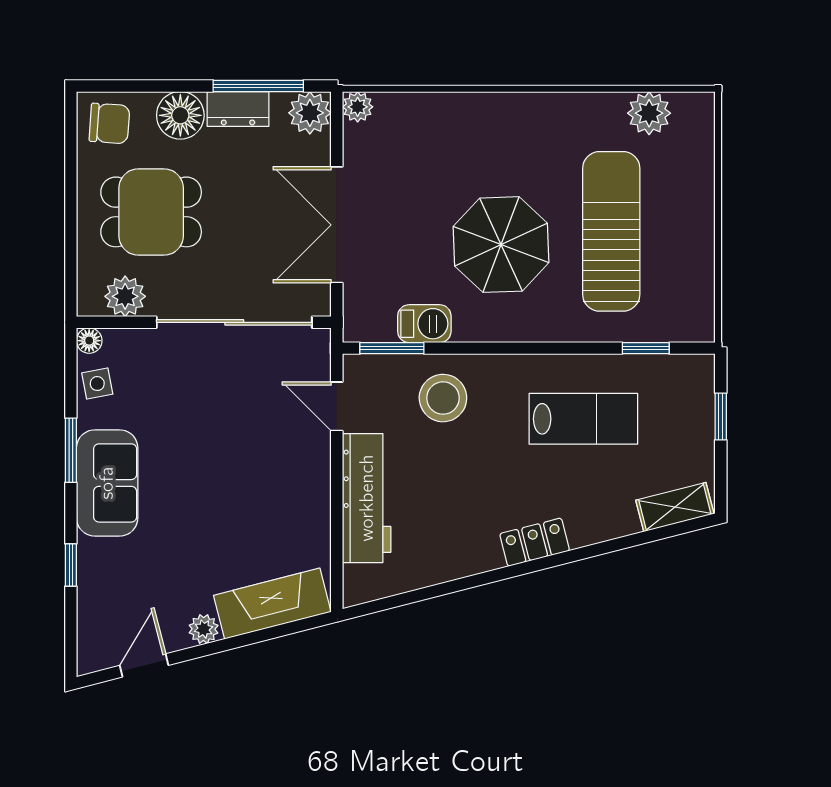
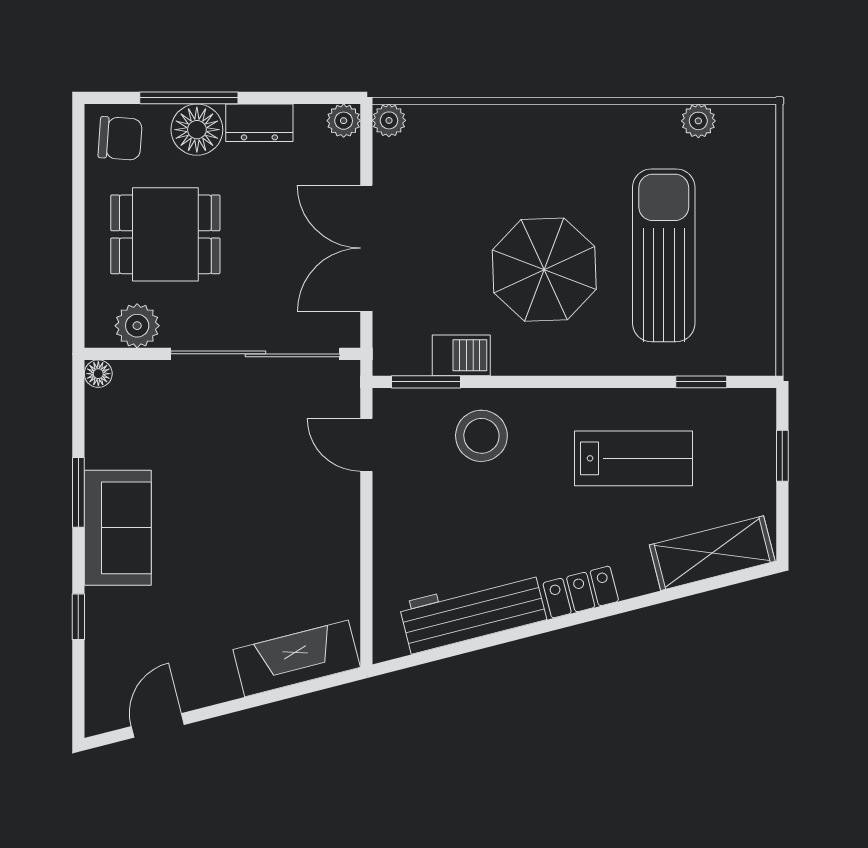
window: (258, 86) -> (189, 98), moved
plant: (310, 113) -> (344, 121), width x0.73, depth x0.73
plant: (649, 113) -> (698, 121), width x0.73, depth x0.73
side table: (97, 384) -> (107, 420), removed
workbench: (367, 498) -> (473, 612), moved, turned -104
shelving: (675, 507) -> (712, 553), width x1.50, depth x1.33
plant: (204, 629) -> (222, 686), removed

